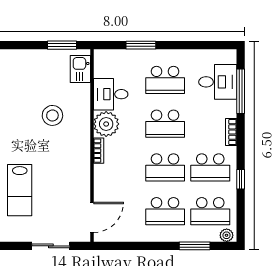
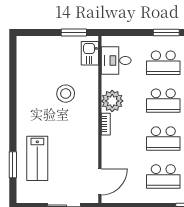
window: (141, 45) -> (166, 33), moved
desk: (111, 94) -> (116, 60), moved

